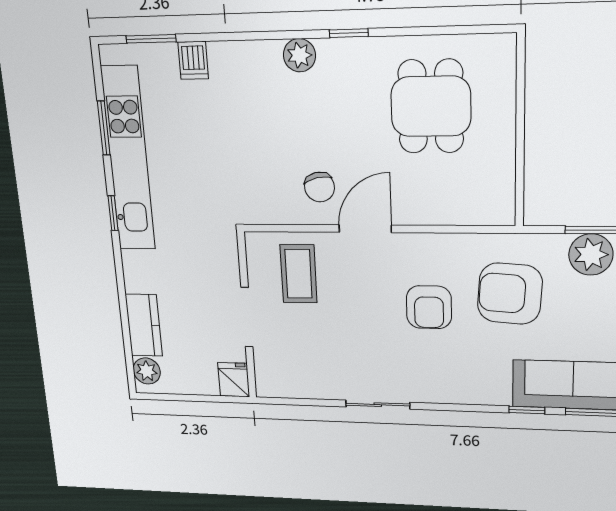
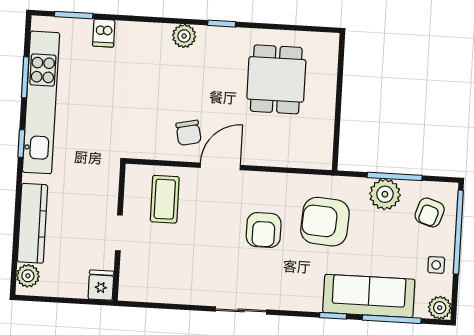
doorway: (247, 317) -> (119, 233), width x0.73
kitchen counter: (144, 325) -> (33, 223), width x1.50
sliding door: (378, 405) -> (241, 310), moved

